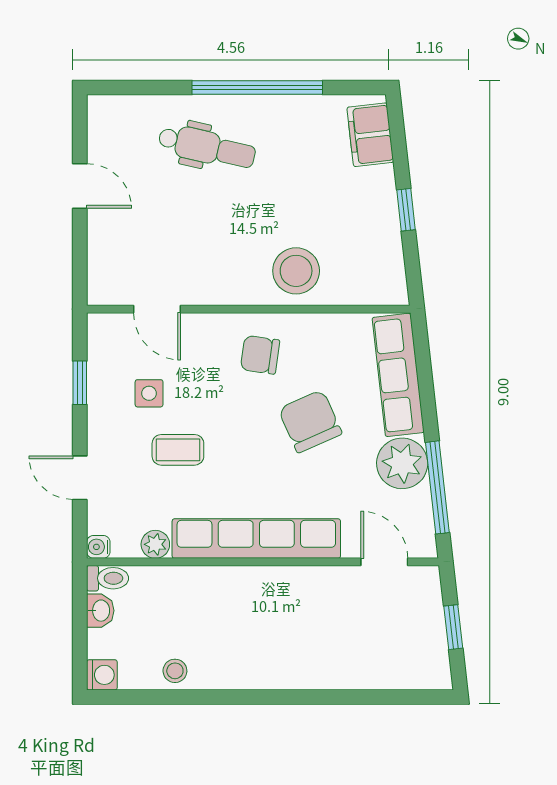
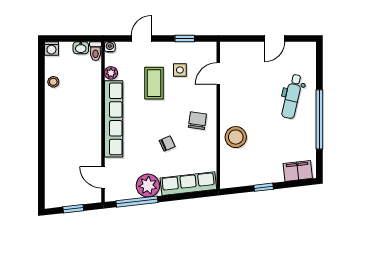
chair: (310, 421) -> (167, 143), width x0.54, depth x0.54
coffee table: (178, 450) -> (154, 83), width x1.36, depth x1.30
door: (384, 562) -> (103, 177), swing flipped

